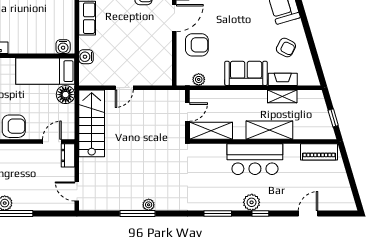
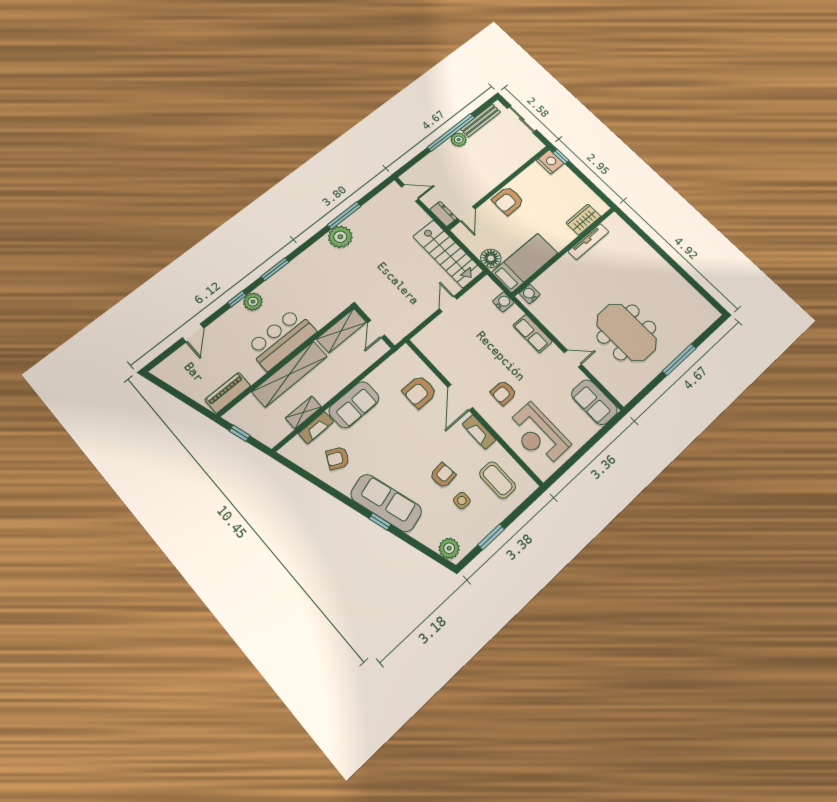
plant: (199, 79) -> (391, 364), removed
shelving: (269, 130) -> (290, 374), width x1.47
plant: (149, 205) -> (340, 237), width x1.88, depth x1.88

